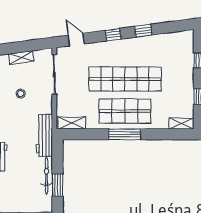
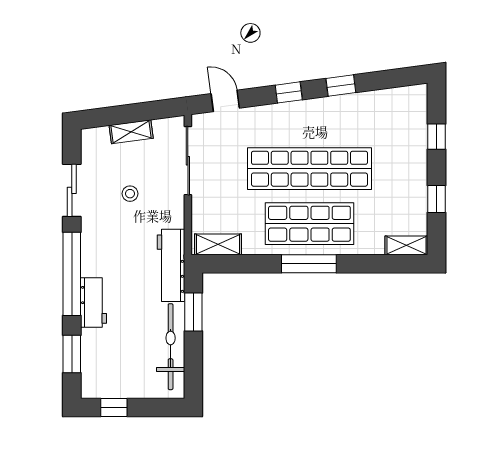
bicycle: (47, 176) -> (171, 347), width x1.37, depth x1.40
window: (58, 185) -> (193, 312), moved

